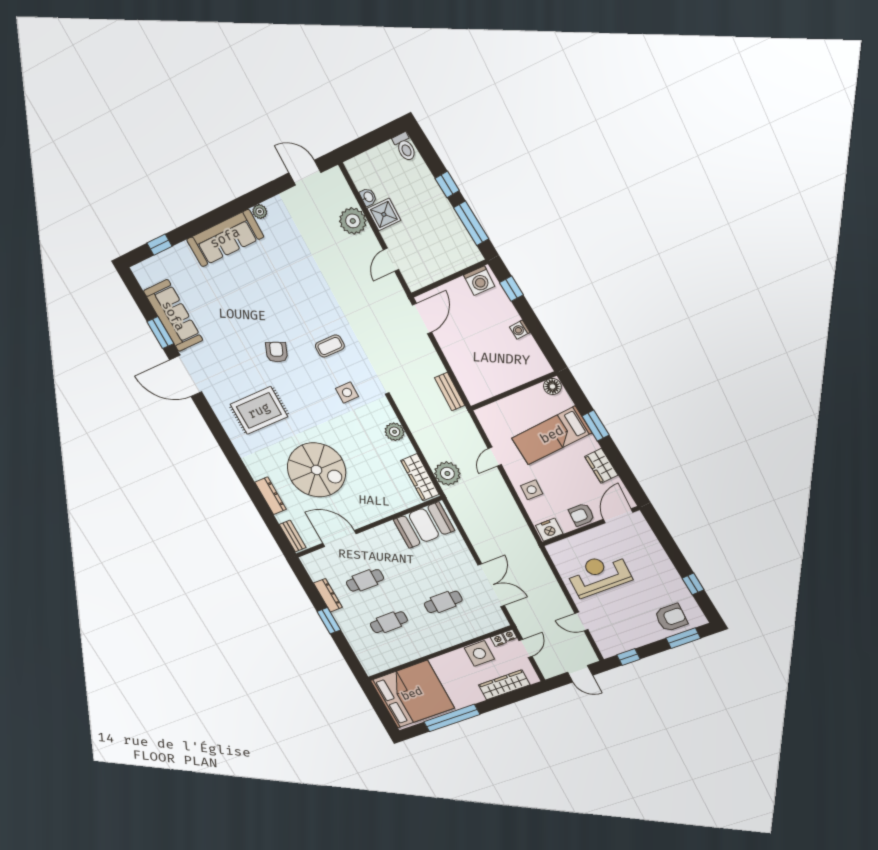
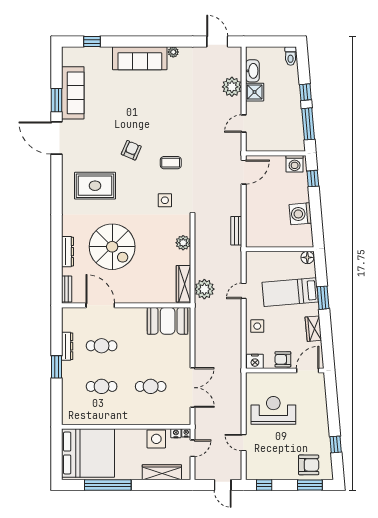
washbasin: (368, 197) -> (252, 71), width x1.91, depth x1.45
washing machine: (520, 330) -> (300, 214), width x1.89, depth x1.89

